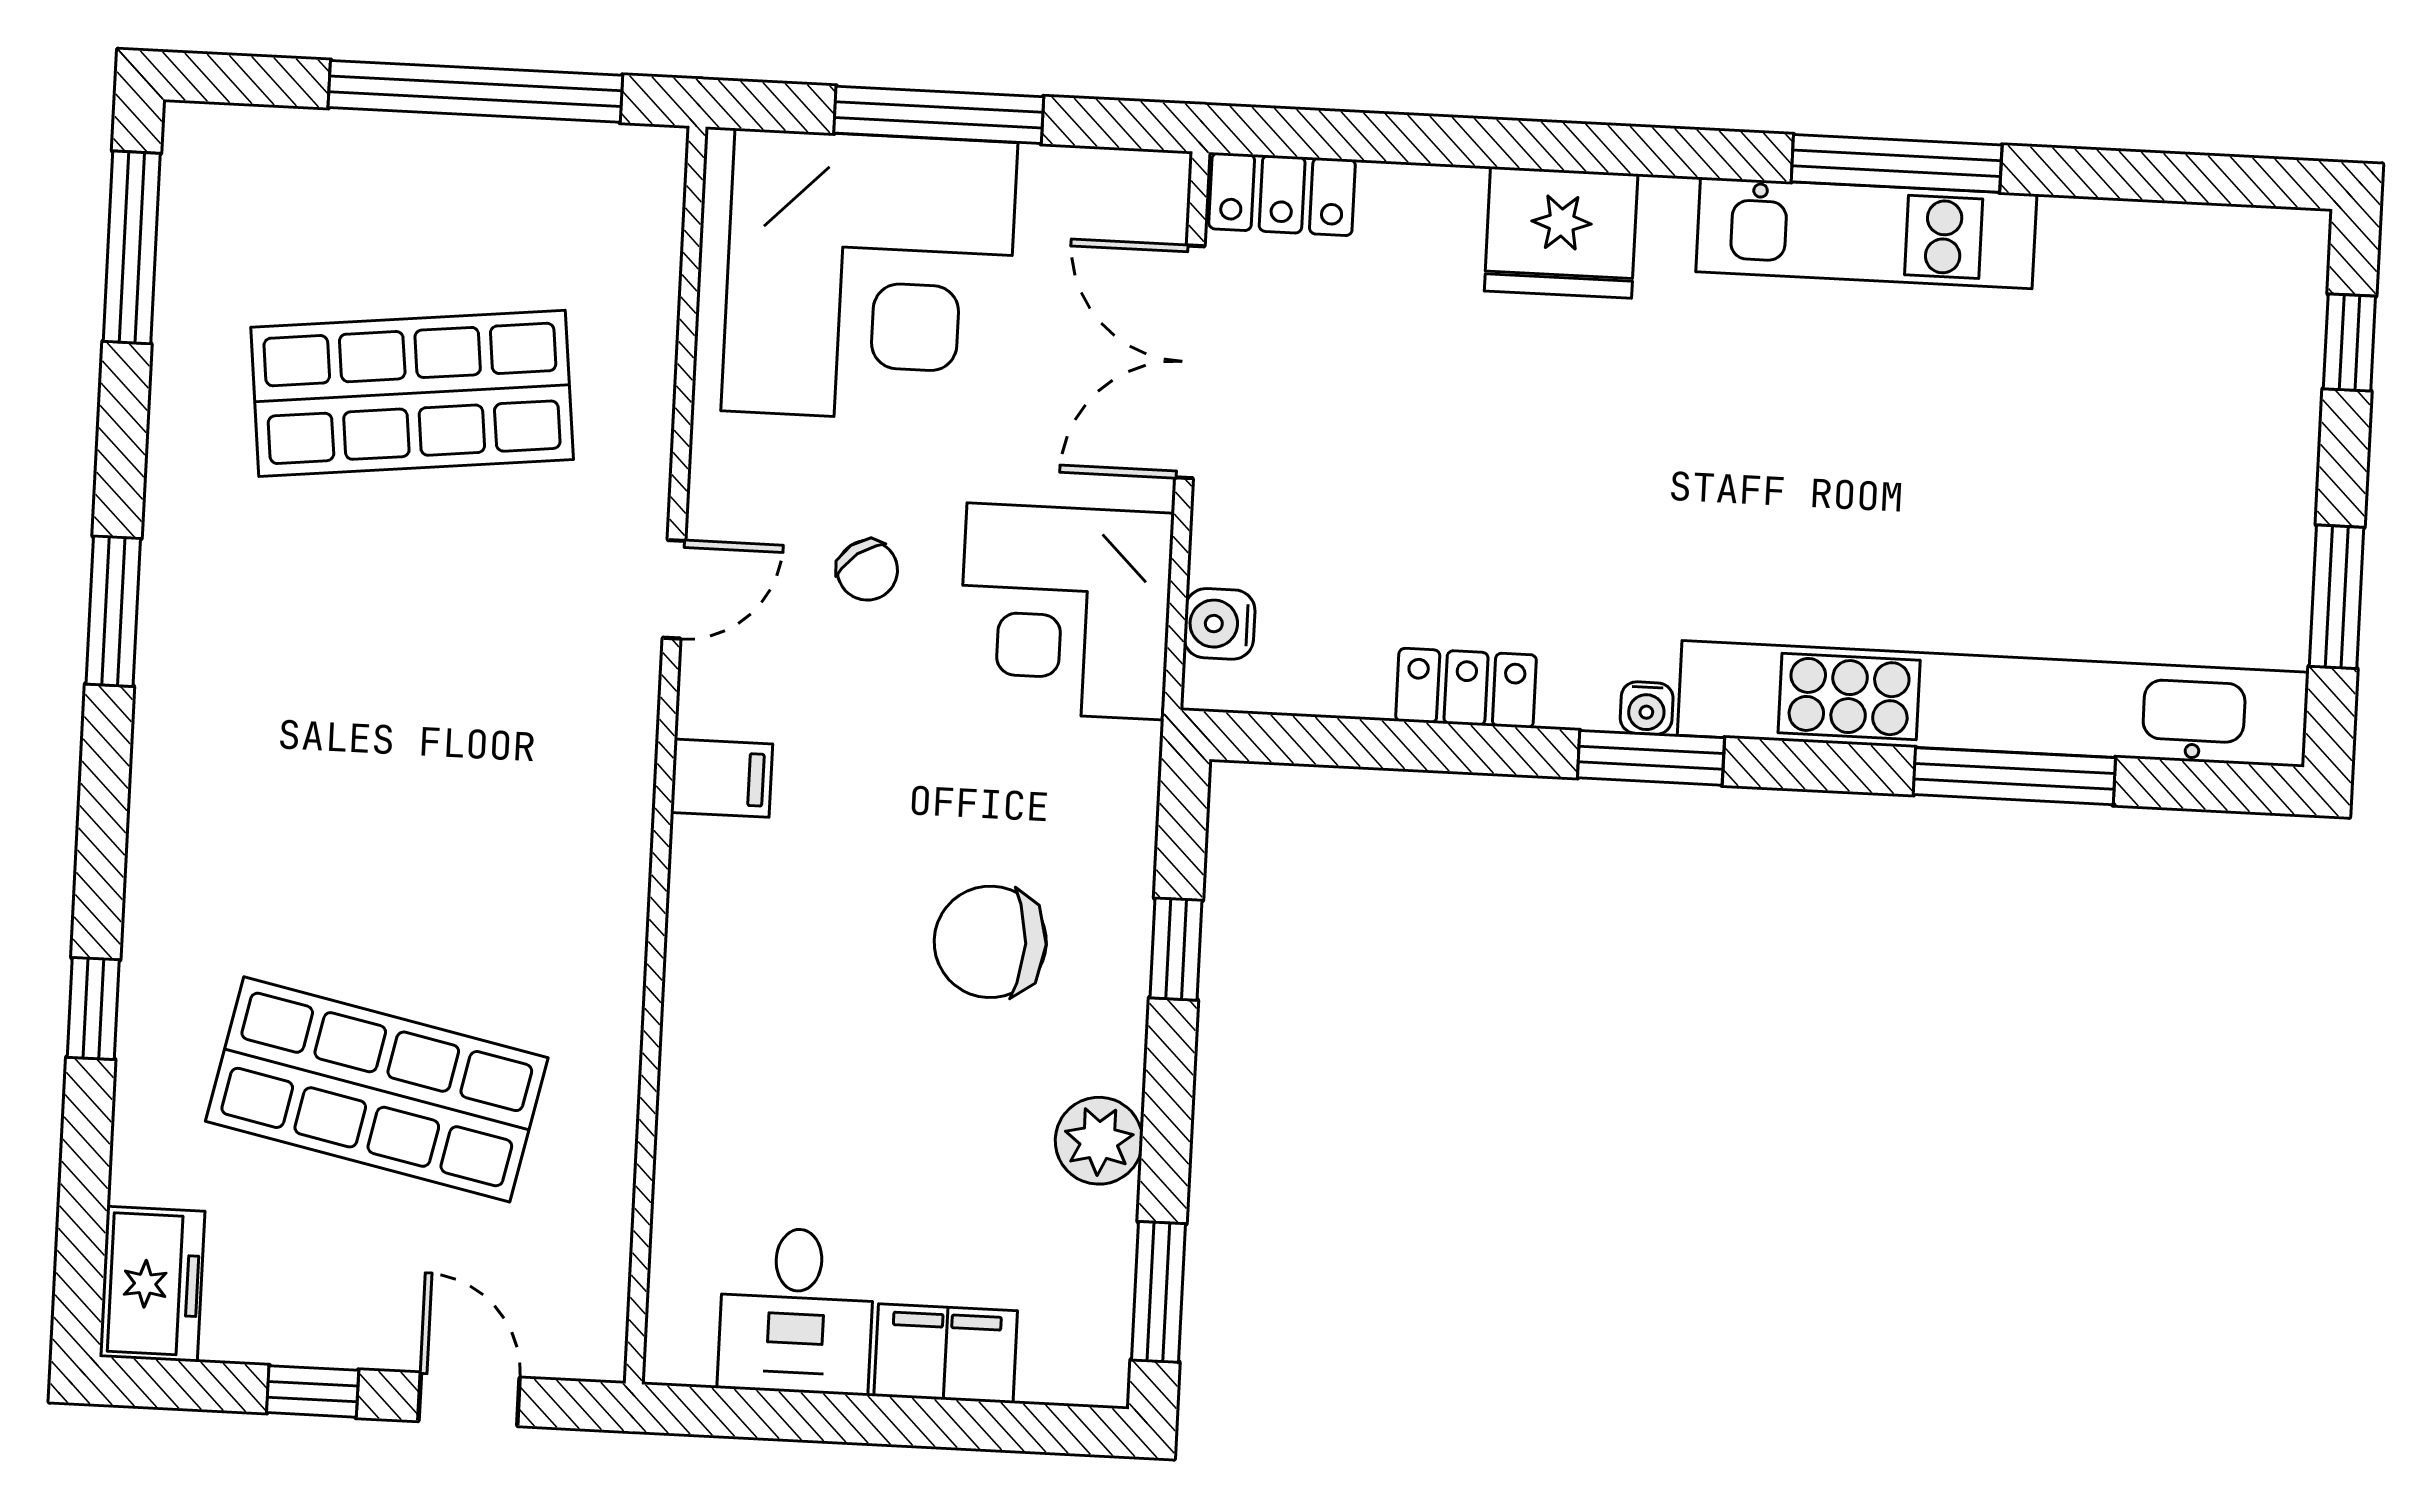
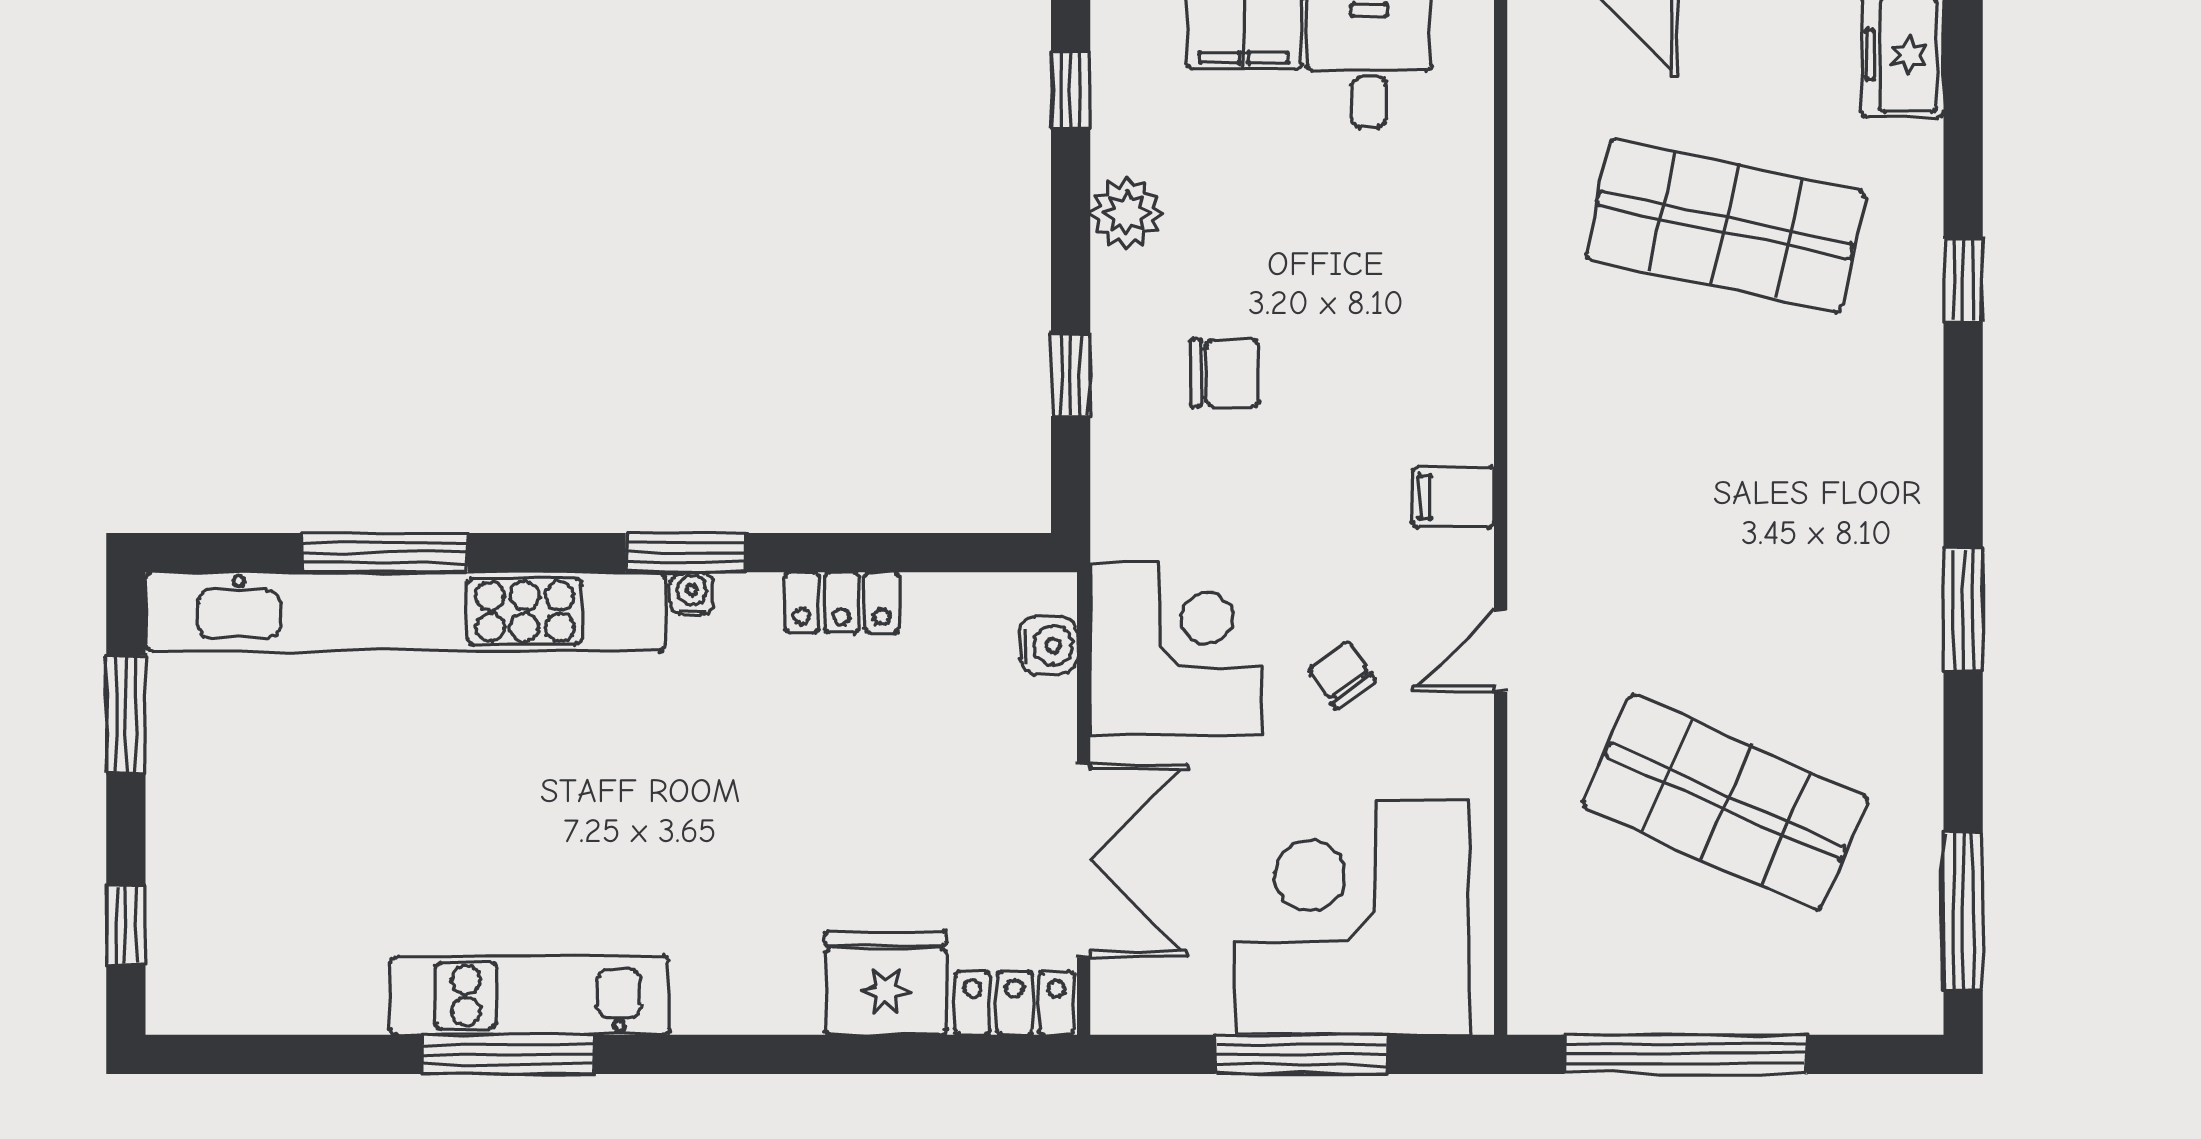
fridge: (1561, 232) -> (886, 983), moved
shop shelf: (412, 393) -> (1725, 802), turned 30
chair: (990, 942) -> (1224, 373), width x0.73, depth x0.73
window: (1159, 1292) -> (1071, 91), width x0.67

